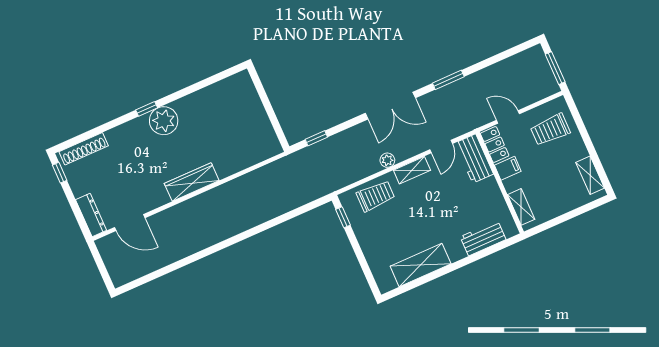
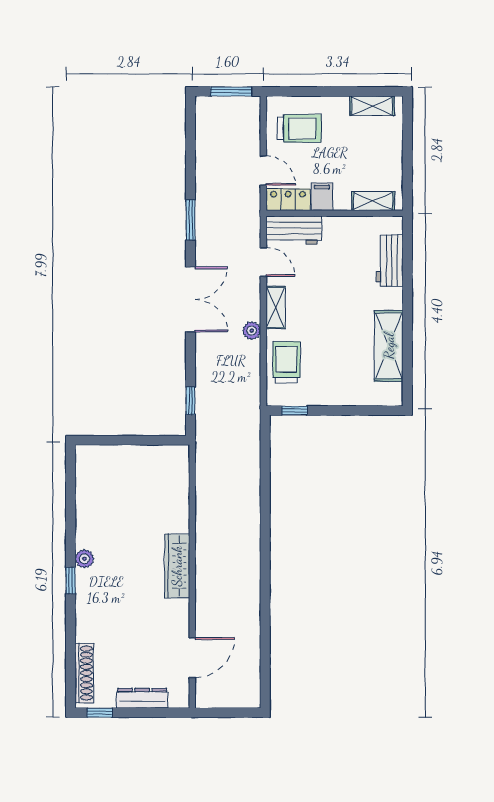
door: (508, 117) -> (263, 171), swing flipped
plant: (164, 121) -> (84, 559), width x0.53, depth x0.53
trolley: (550, 130) -> (299, 128), turned -90
dresser: (91, 215) -> (142, 698), moved

